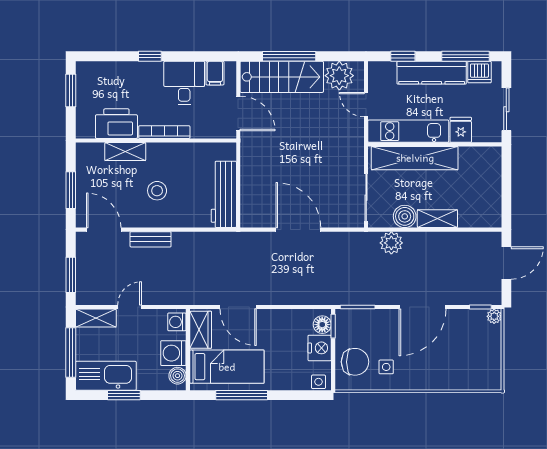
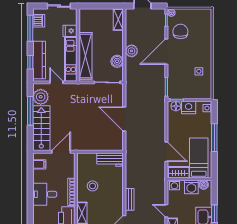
window: (150, 56) -> (30, 200), removed
window: (289, 56) -> (30, 111), moved
kitchen counter: (432, 73) -> (39, 60), moved
desk: (184, 83) -> (45, 194), moved
door: (366, 105) -> (56, 82), swing flipped
stool: (157, 191) -> (92, 186), moved
workbench: (224, 194) -> (110, 160), width x0.73
shelving: (437, 219) -> (118, 20), moved
door: (298, 230) -> (124, 119), hinge flipped
plant: (391, 243) -> (132, 51), moved
door: (238, 307) -> (166, 152), hinge flipped
door: (422, 307) -> (166, 52), swing flipped
chair: (355, 362) -> (180, 31), moved
window: (242, 395) -> (214, 138), moved

